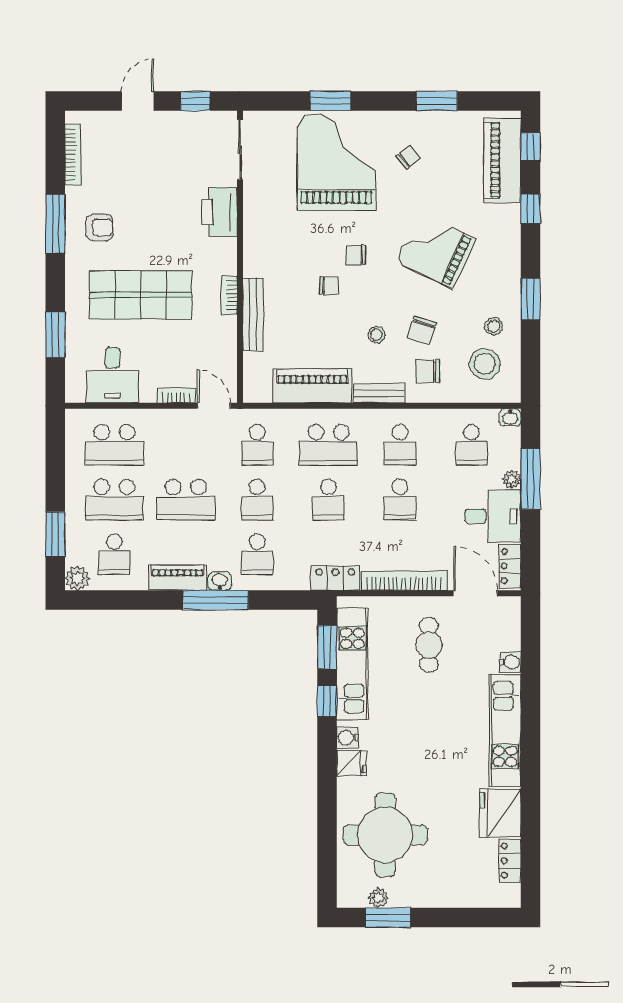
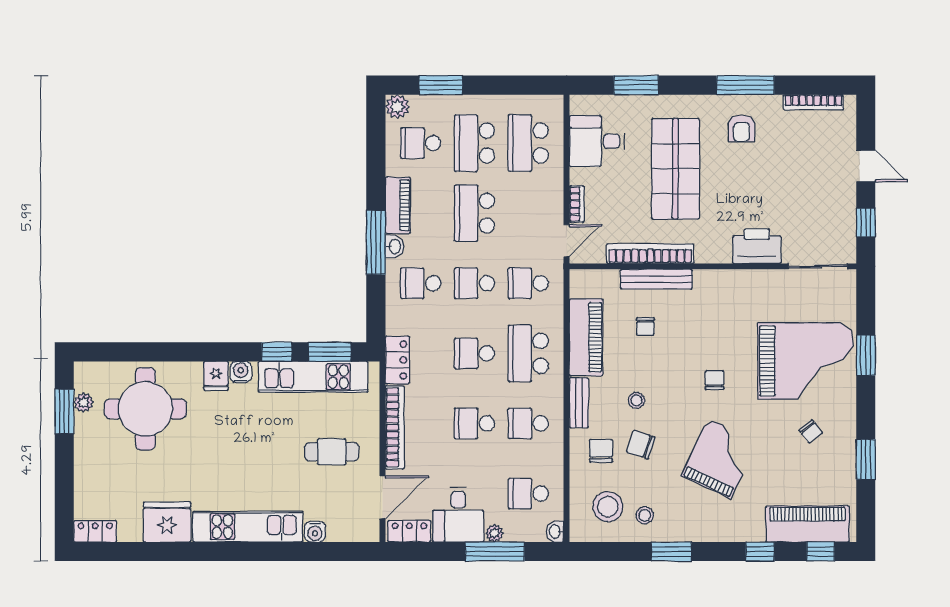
chair: (329, 286) -> (645, 326), moved
bookcase: (229, 295) -> (650, 254), width x2.31, depth x1.31
locker: (510, 861) -> (95, 531), moved

